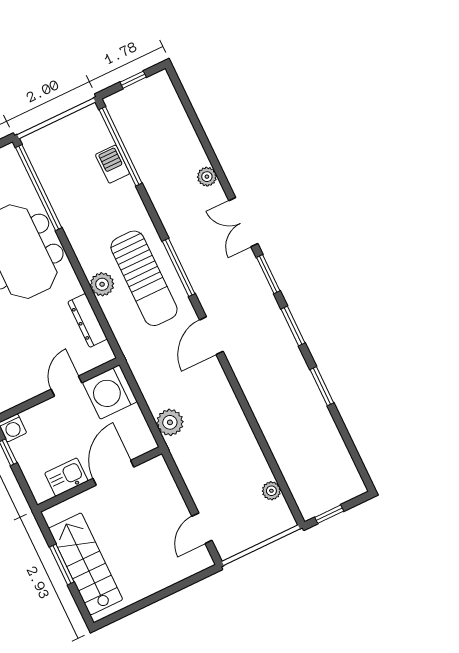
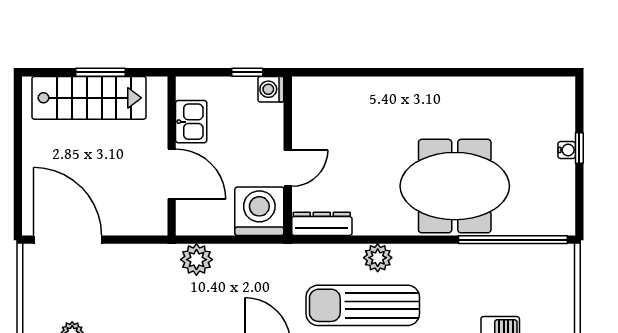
dresser: (88, 320) -> (322, 224), moved
door: (66, 386) -> (288, 168), hinge flipped
door: (202, 528) -> (68, 240), width x1.88

